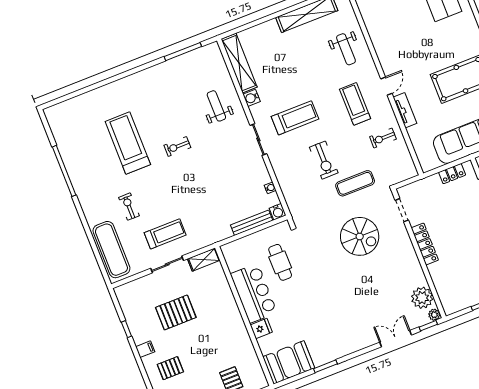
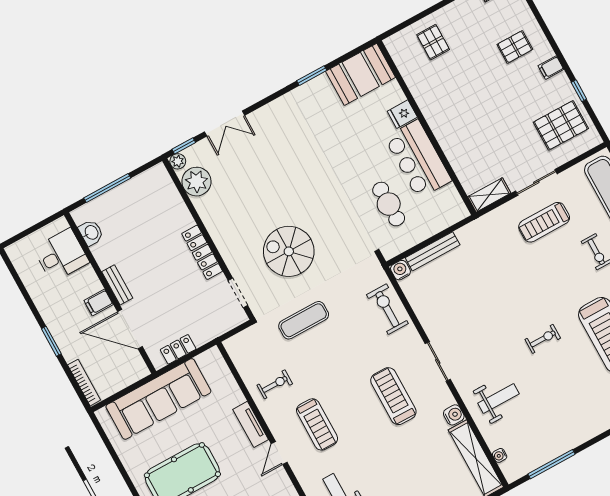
weight bench: (216, 106) -> (498, 398), turned -90
treadmill: (295, 118) -> (393, 396), turned 90
exercise bike: (324, 160) -> (387, 309), moved
water cooler: (270, 188) -> (500, 455), moved
pallet: (176, 312) -> (561, 125), moved

